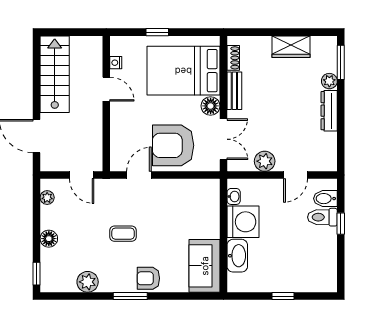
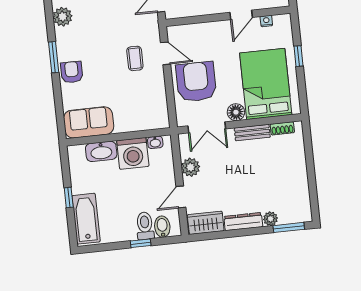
wardrobe: (291, 47) -> (206, 223), moved, turned 90
door: (296, 175) -> (181, 197), hinge flipped
coffee table: (123, 234) -> (135, 58), moved
bathtub: (308, 280) -> (86, 219), added

